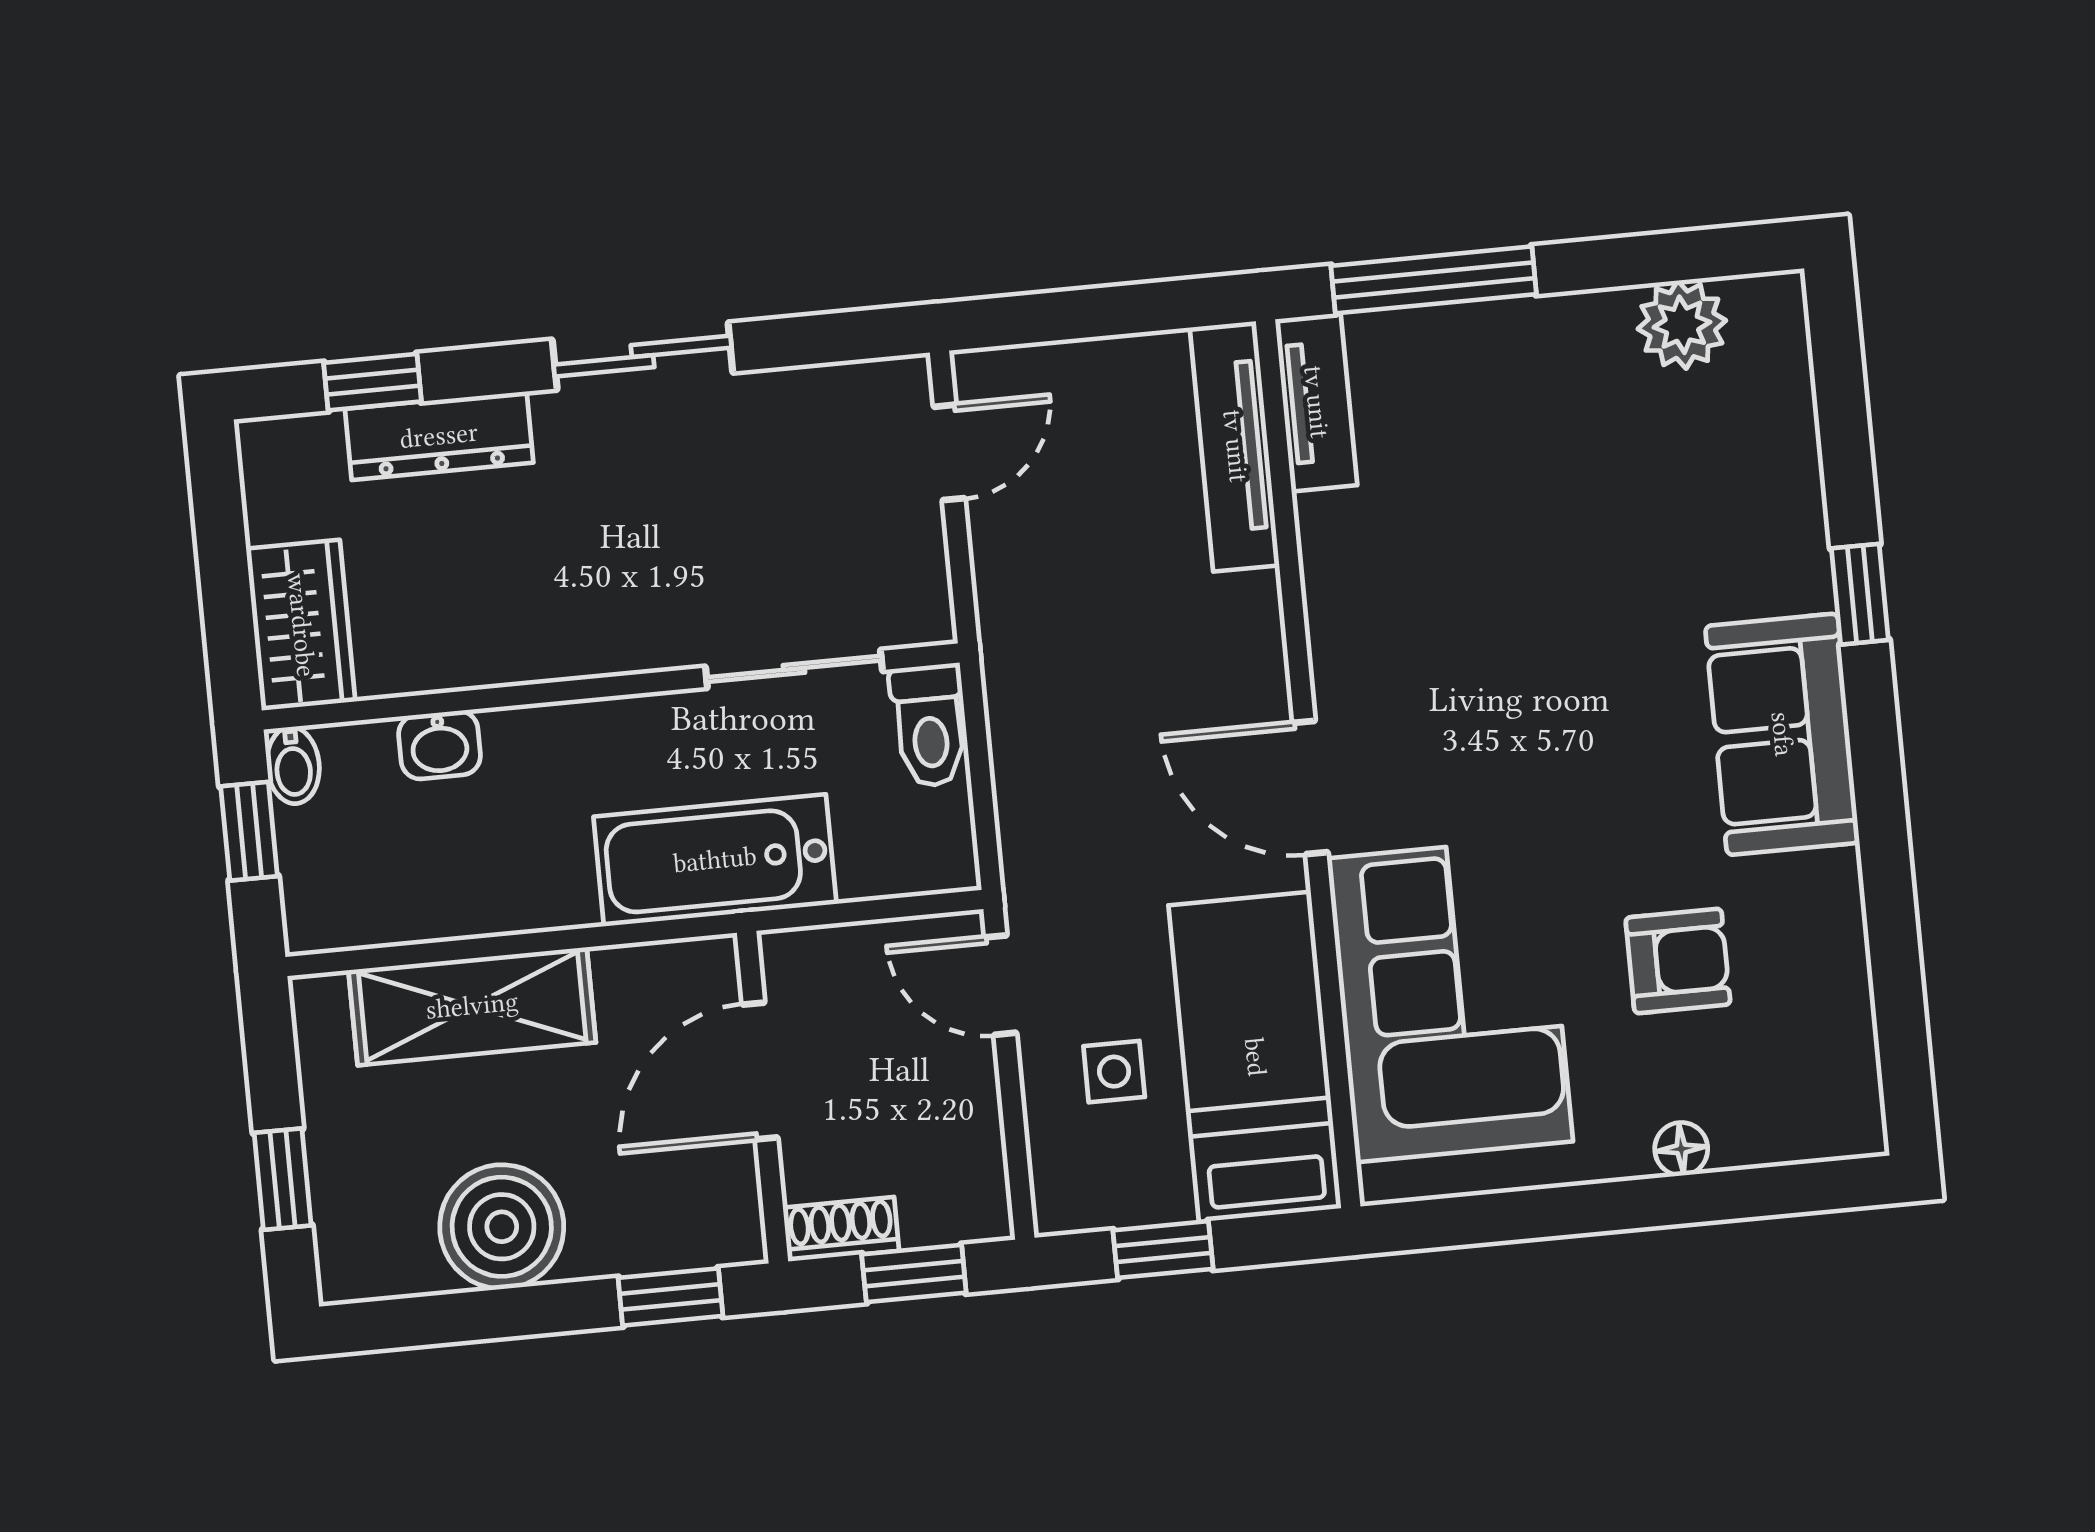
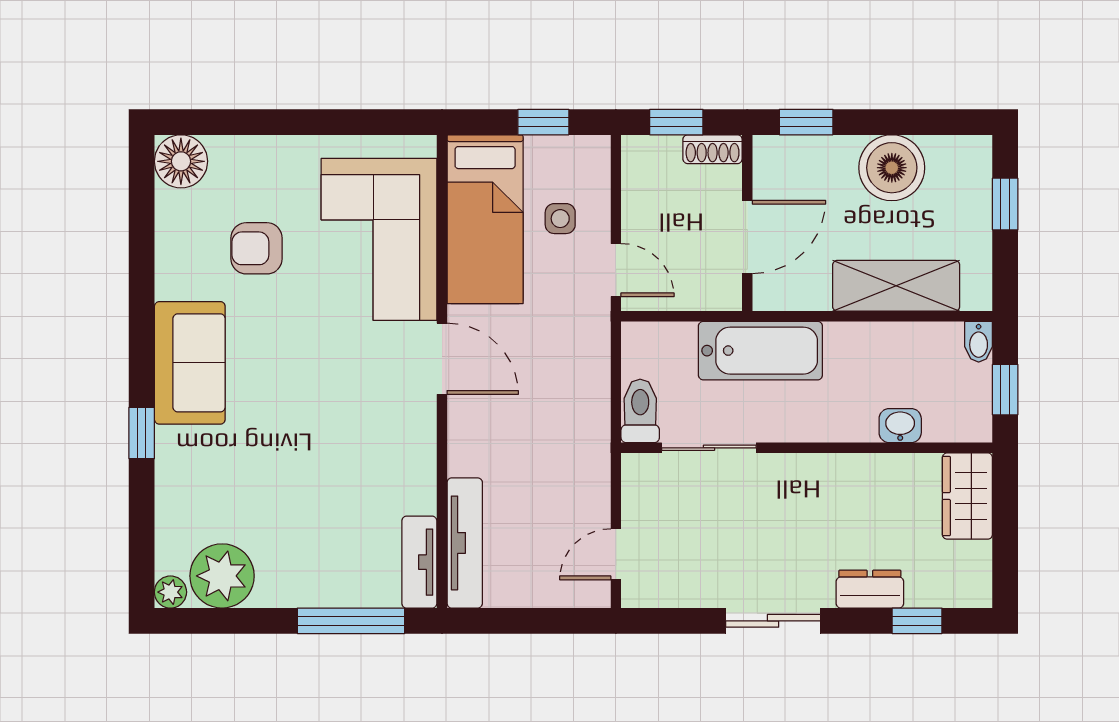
plant: (1777, 301) -> (170, 592), added
plant: (1682, 325) -> (222, 576), width x1.36, depth x1.36
dresser: (439, 436) -> (870, 589), width x0.70
bidet: (293, 765) -> (979, 342), moved, turned 180
floor lamp: (1681, 1149) -> (181, 161), moved, width x1.89, depth x1.89

